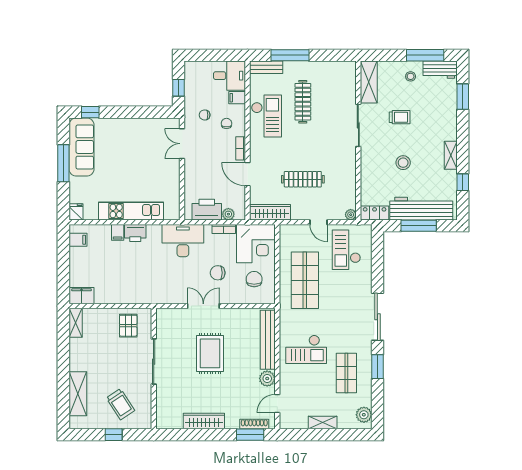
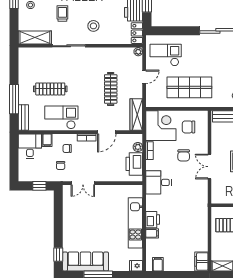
stool: (403, 163) -> (93, 26), moved
desk: (183, 241) -> (159, 182), width x0.73
checkout: (346, 250) -> (166, 55), turned 180

